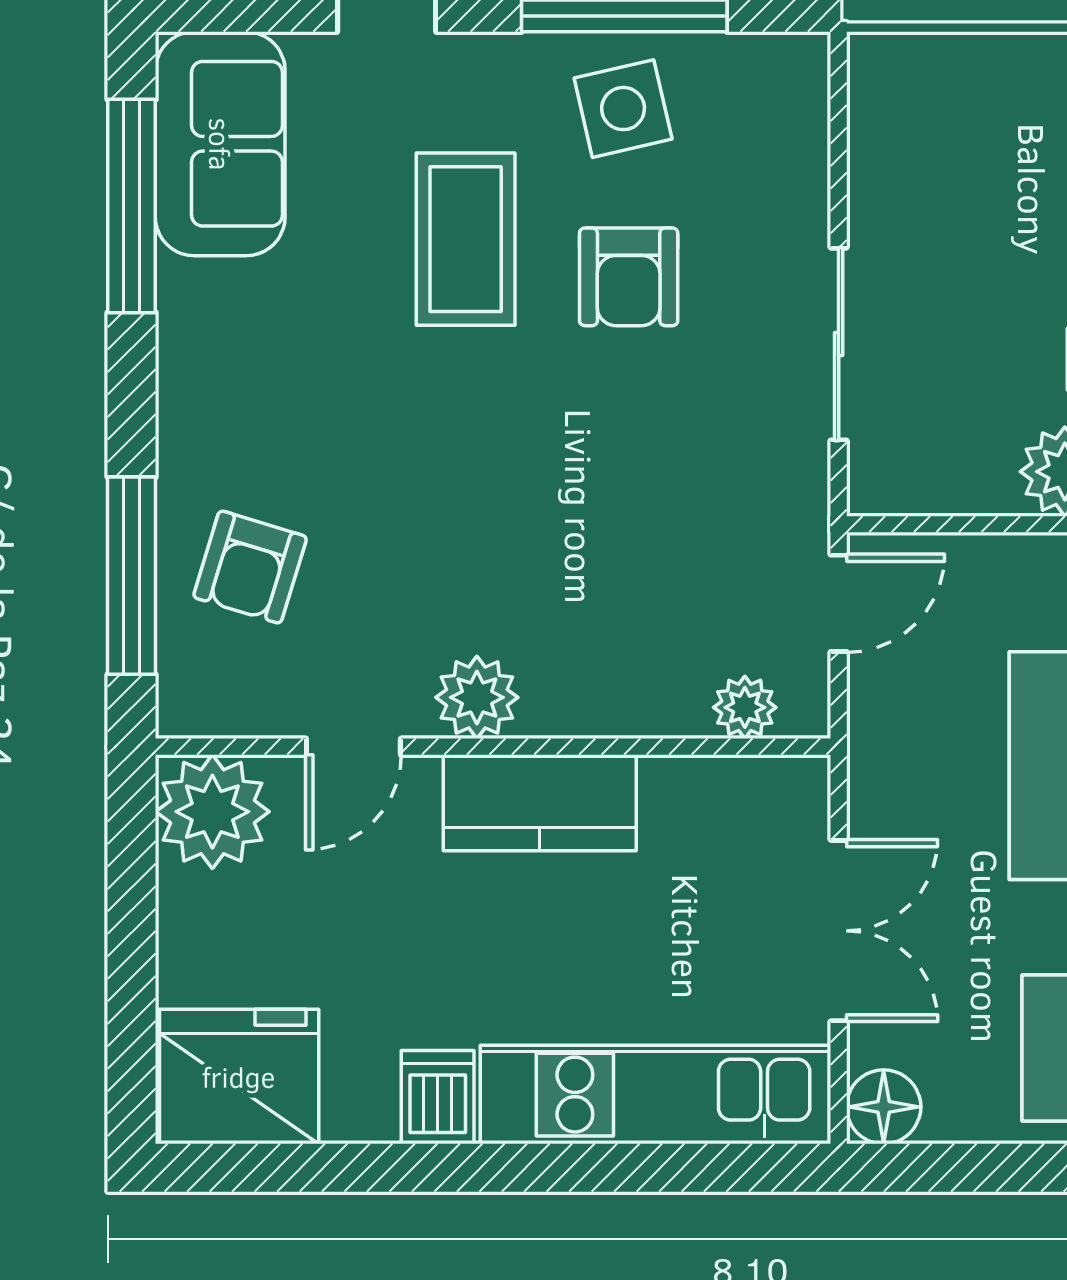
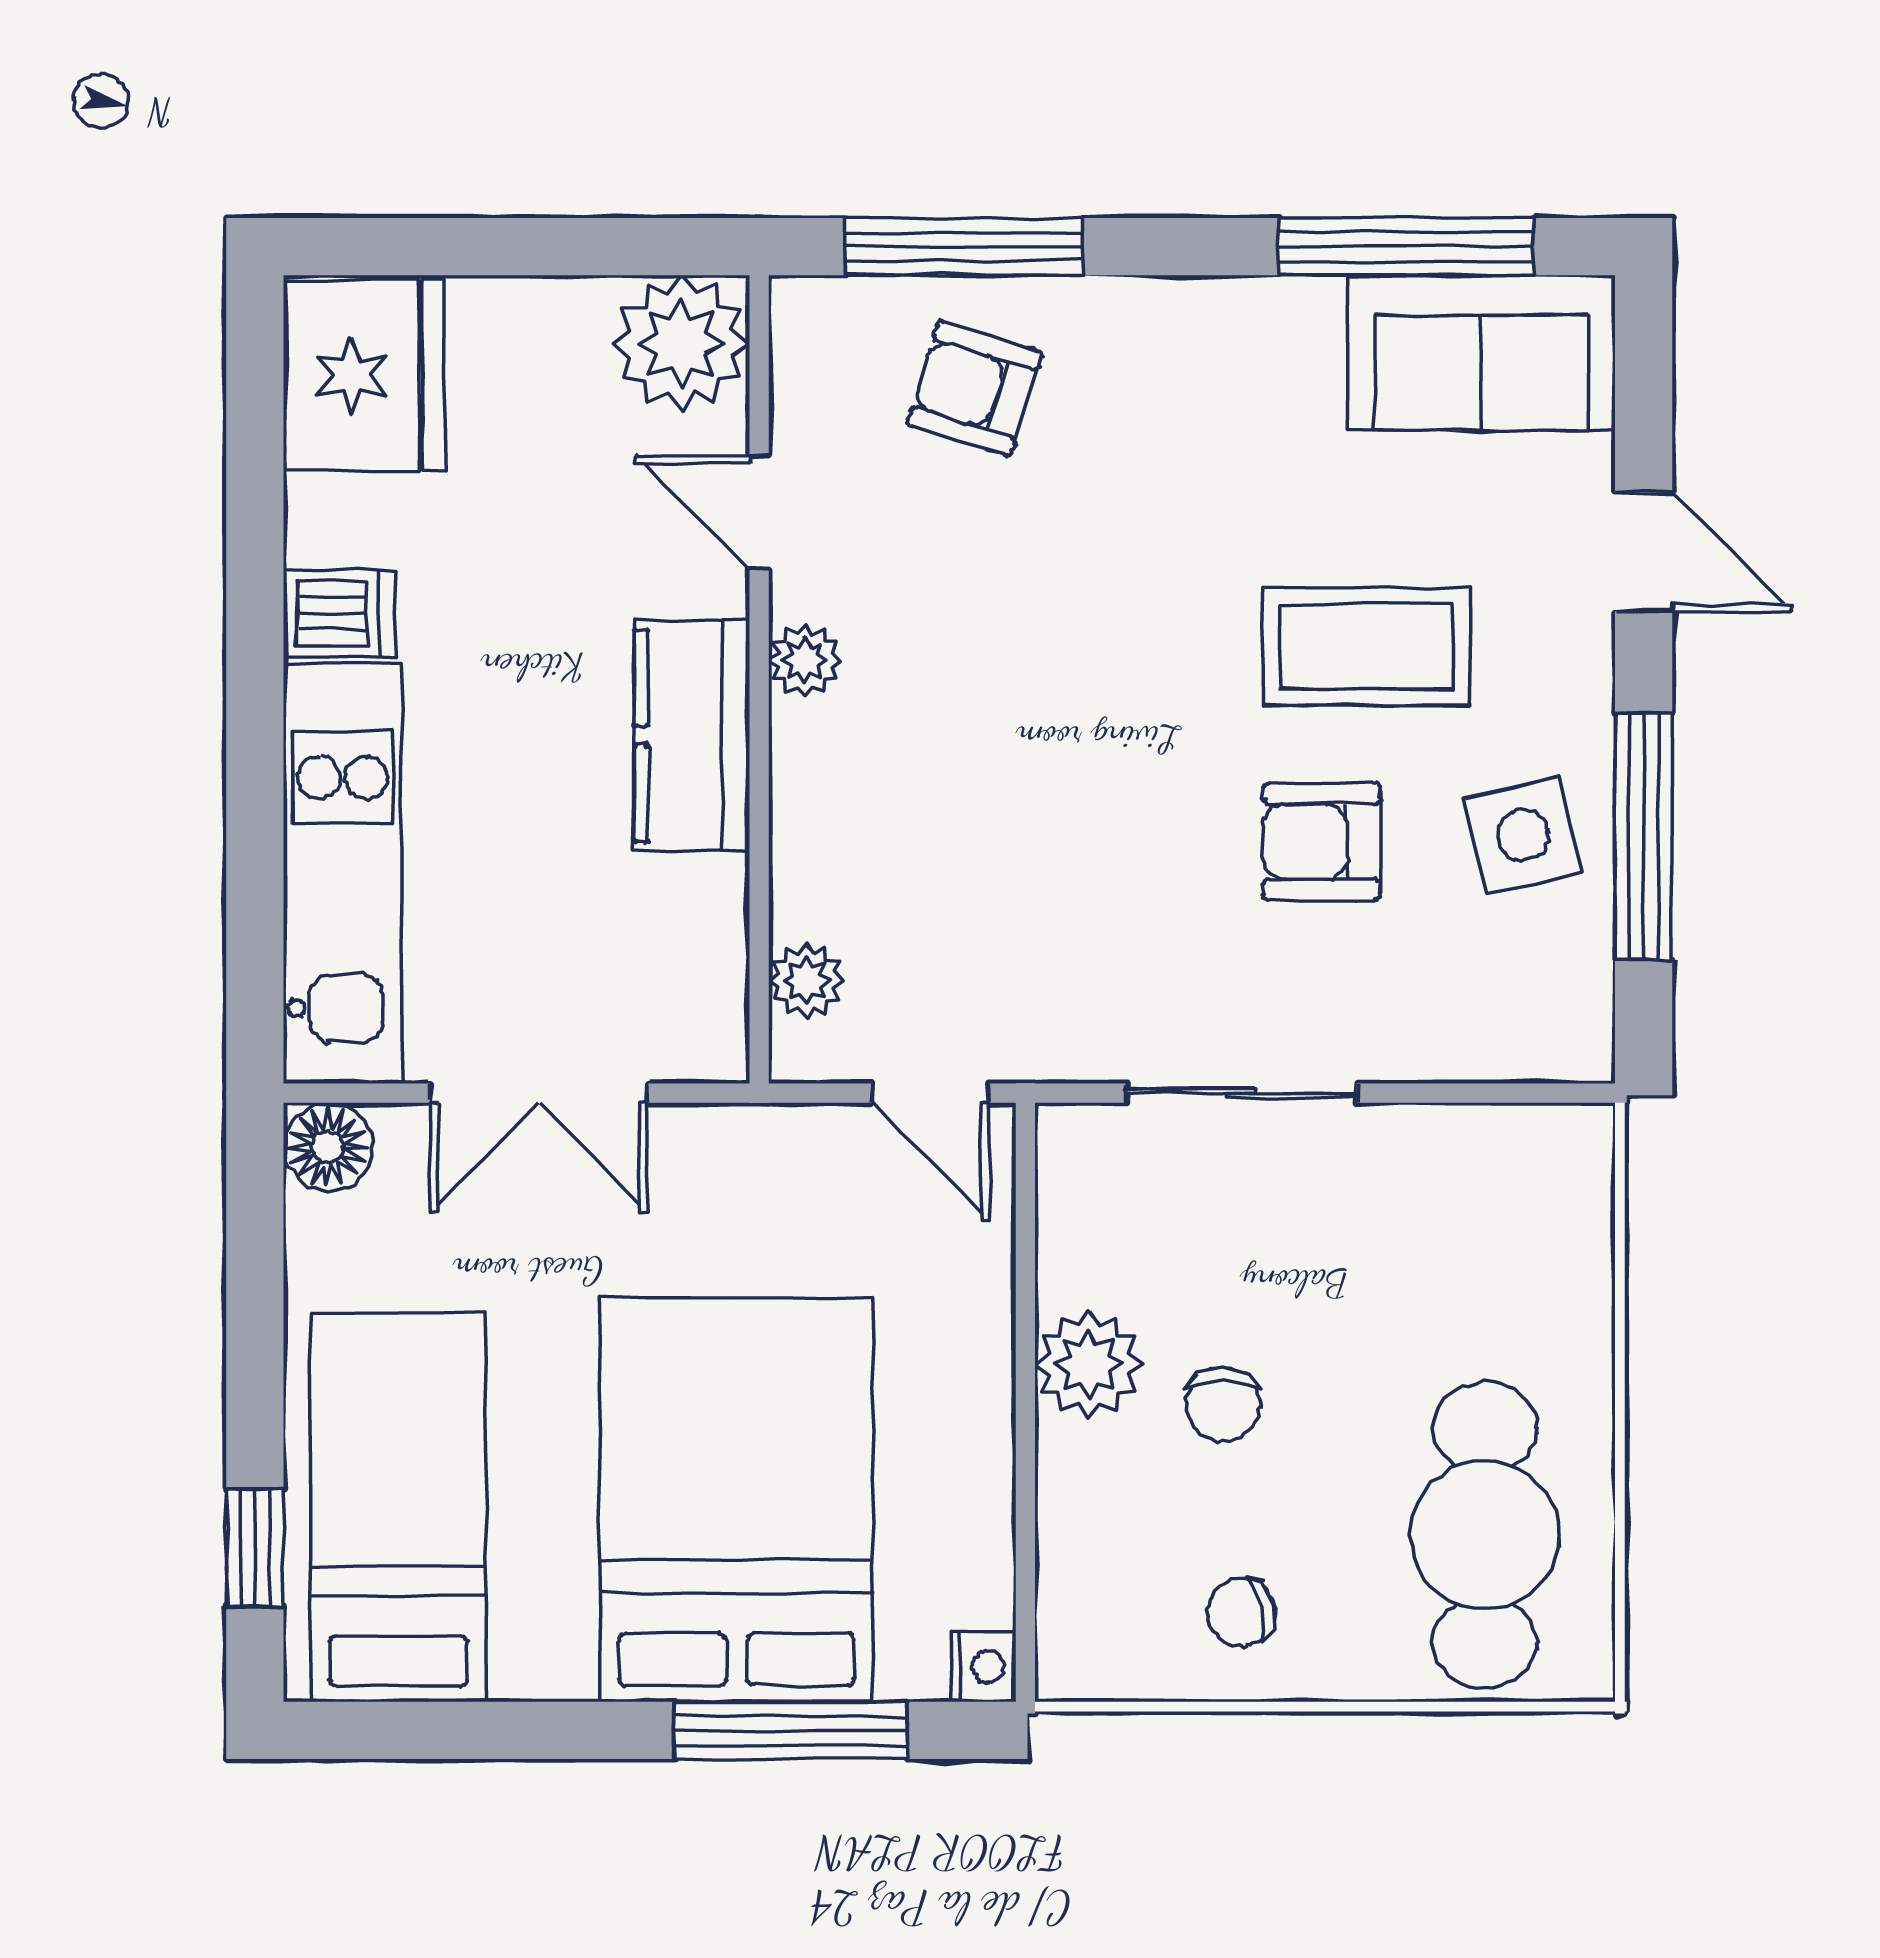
plant: (477, 697) -> (805, 660), width x0.73, depth x0.73

